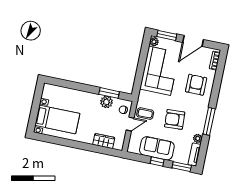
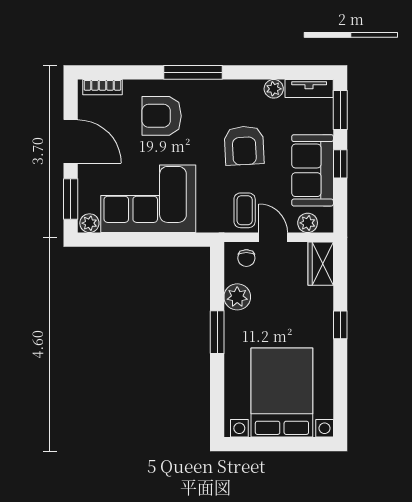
window: (109, 93) -> (217, 332), moved
bed with nightstands: (57, 119) -> (282, 393), width x1.36
window: (209, 121) -> (193, 72), moved
wardrobe: (104, 141) -> (321, 264), moved
plant: (133, 141) -> (308, 223), added
window: (84, 146) -> (340, 325), added

